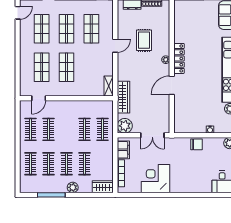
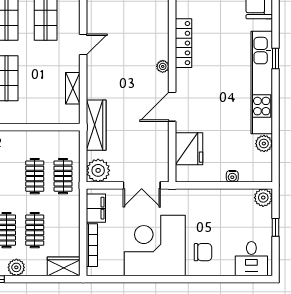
rug: (144, 40) -> (128, 36), removed
locker: (179, 58) -> (183, 43), moved
shelving: (109, 86) -> (73, 88), moved
fridge: (182, 112) -> (189, 149), added
chair: (196, 144) -> (203, 252), moved
corner desk: (156, 179) -> (155, 245), width x1.36, depth x1.36

